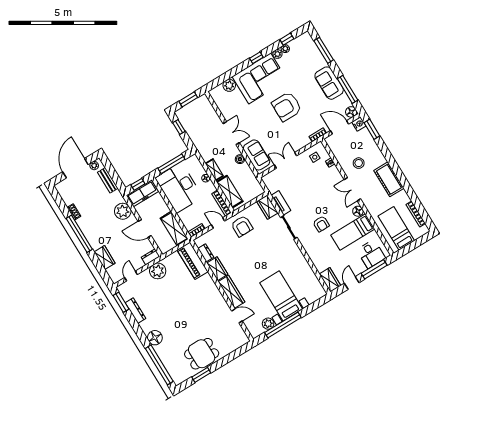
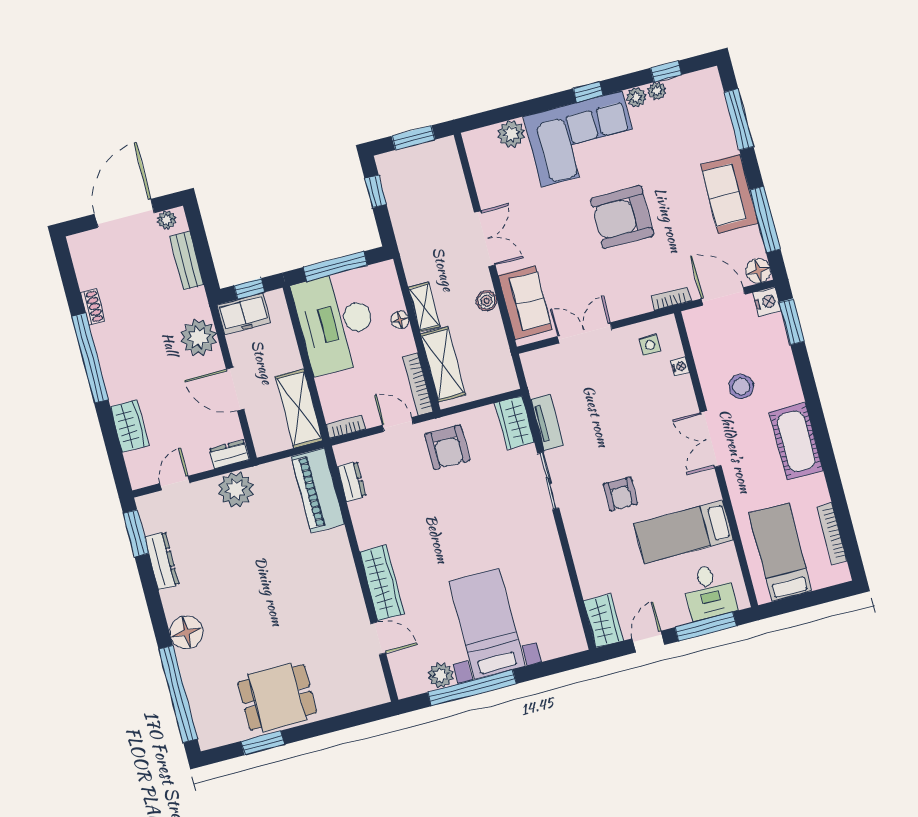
freezer: (142, 193) -> (244, 314), width x0.71
floor lamp: (358, 211) -> (708, 490), removed
wardrobe: (217, 269) -> (366, 523), removed

